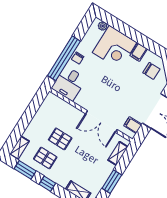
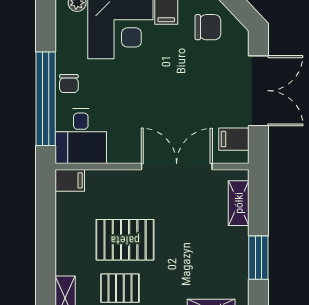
filing cabinet: (53, 99) -> (70, 180), added
double door: (101, 122) -> (177, 167), swing flipped
pallet: (60, 139) -> (125, 240), width x1.50, depth x1.42

